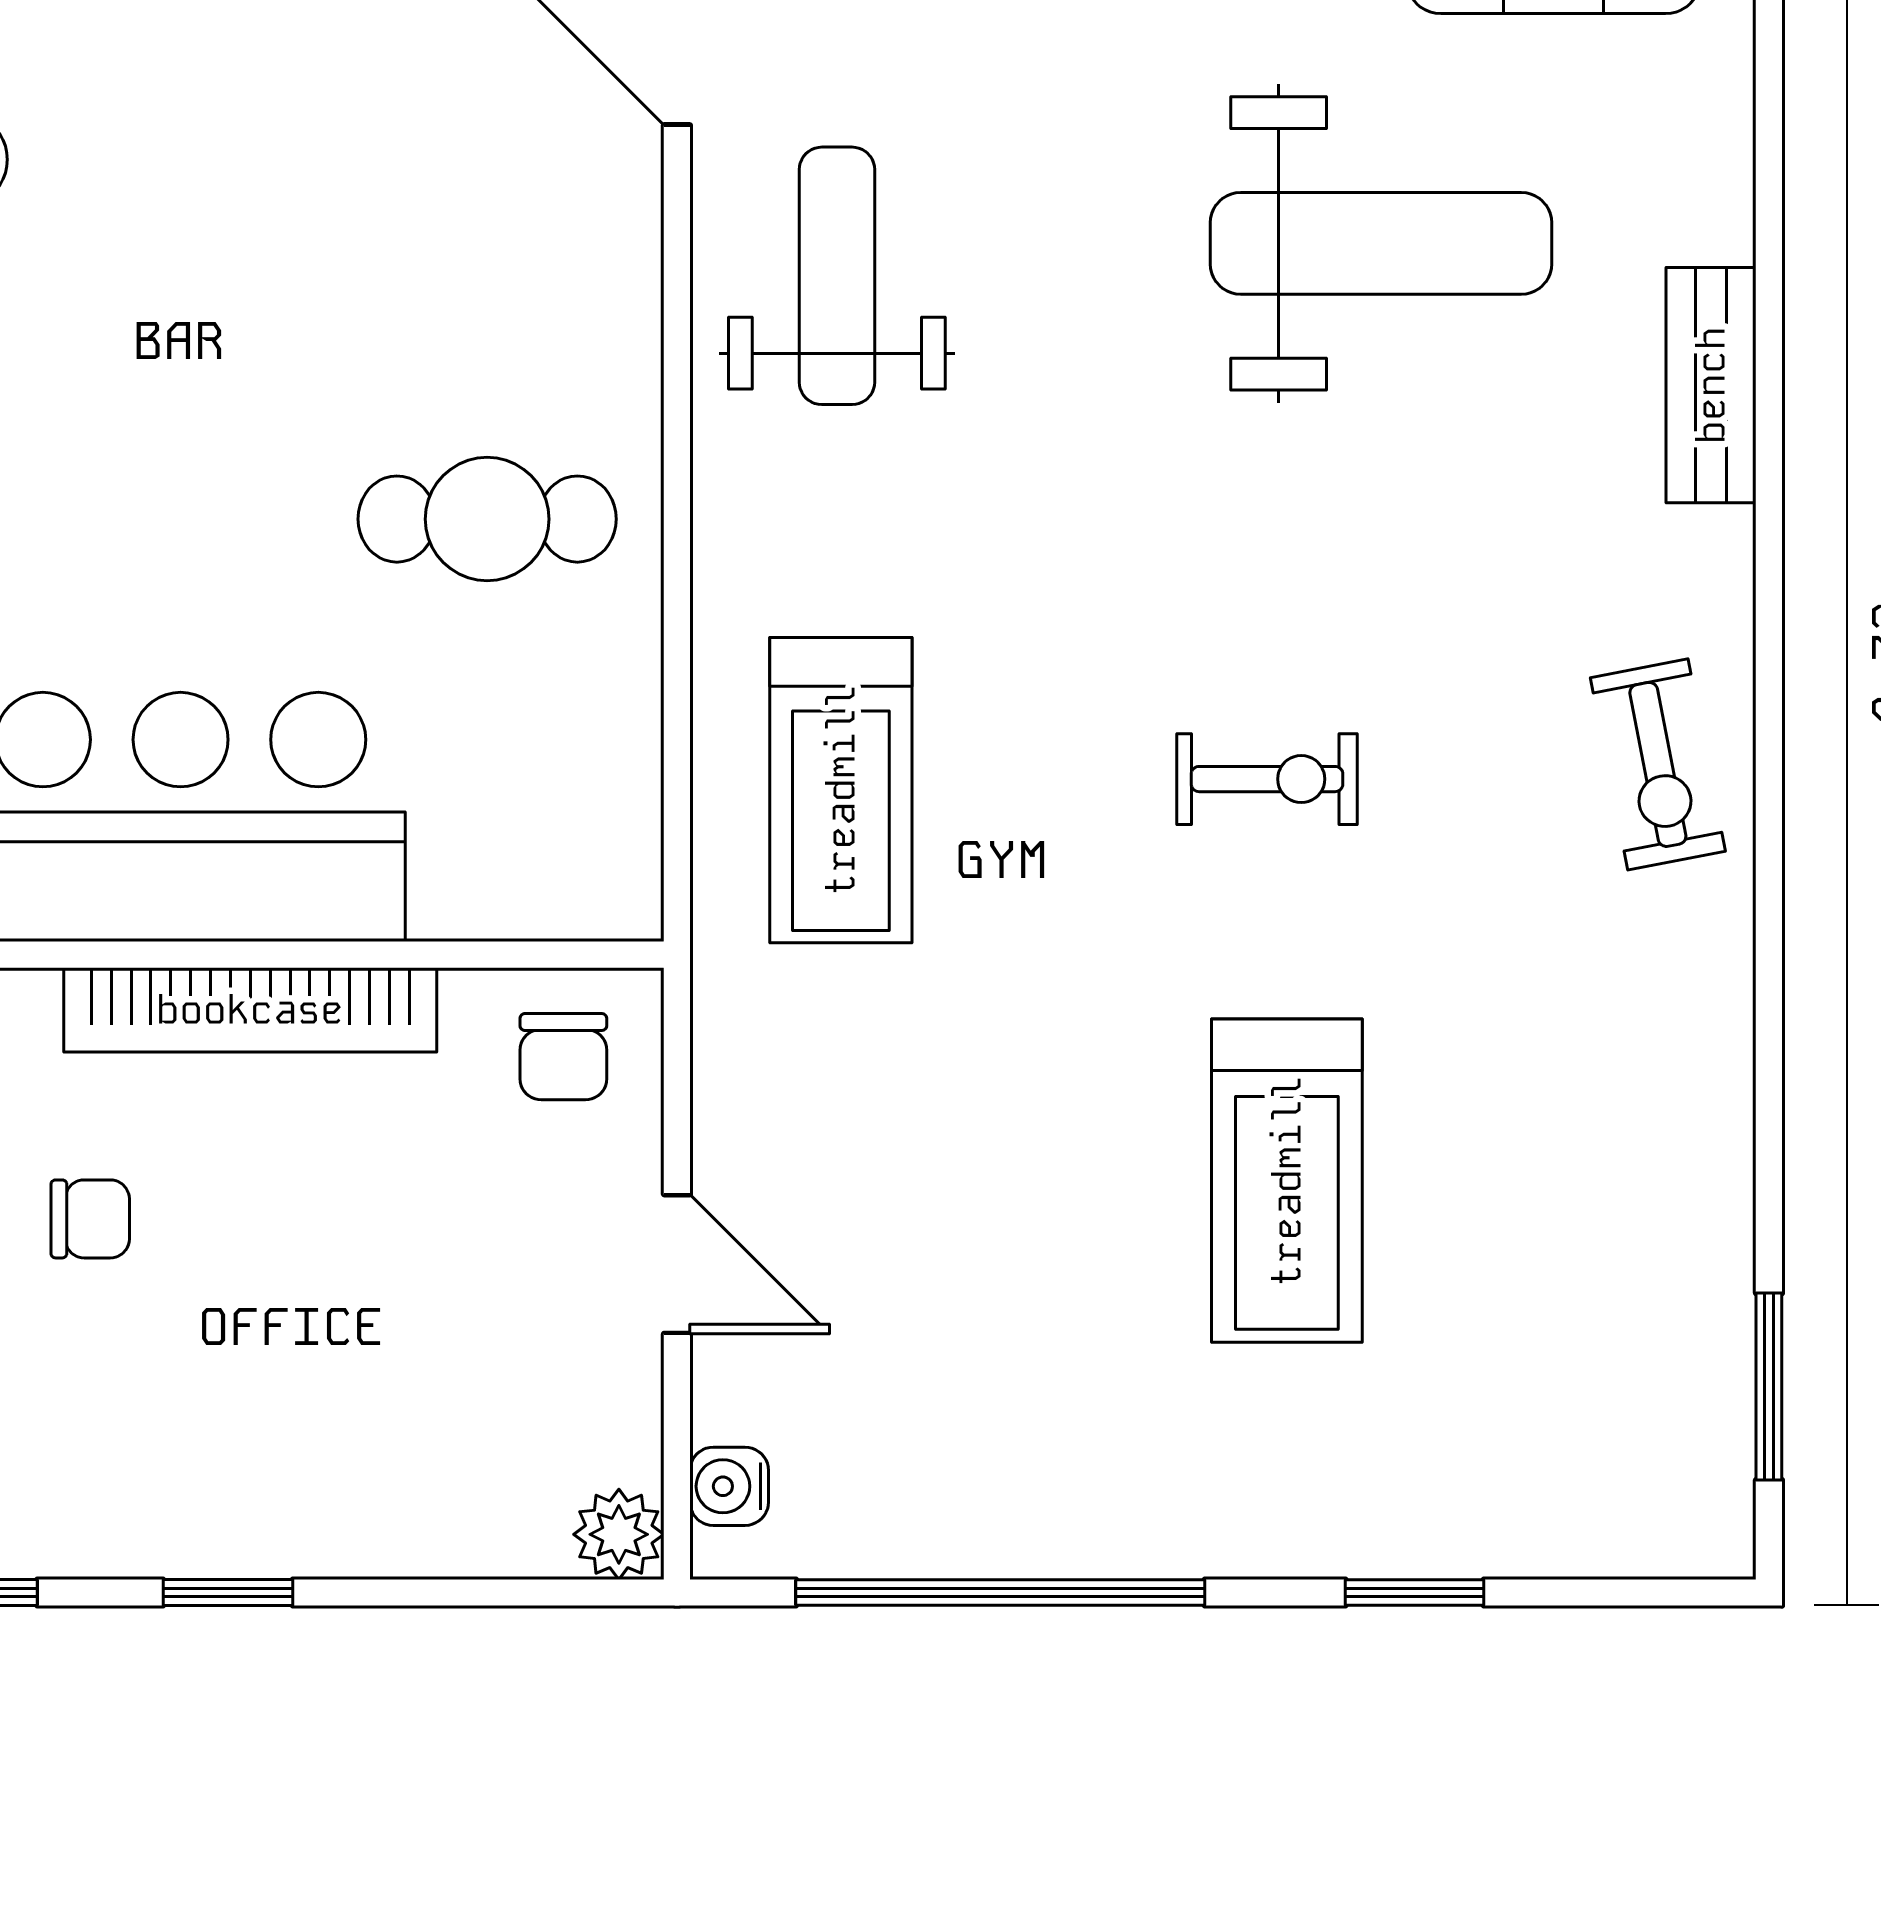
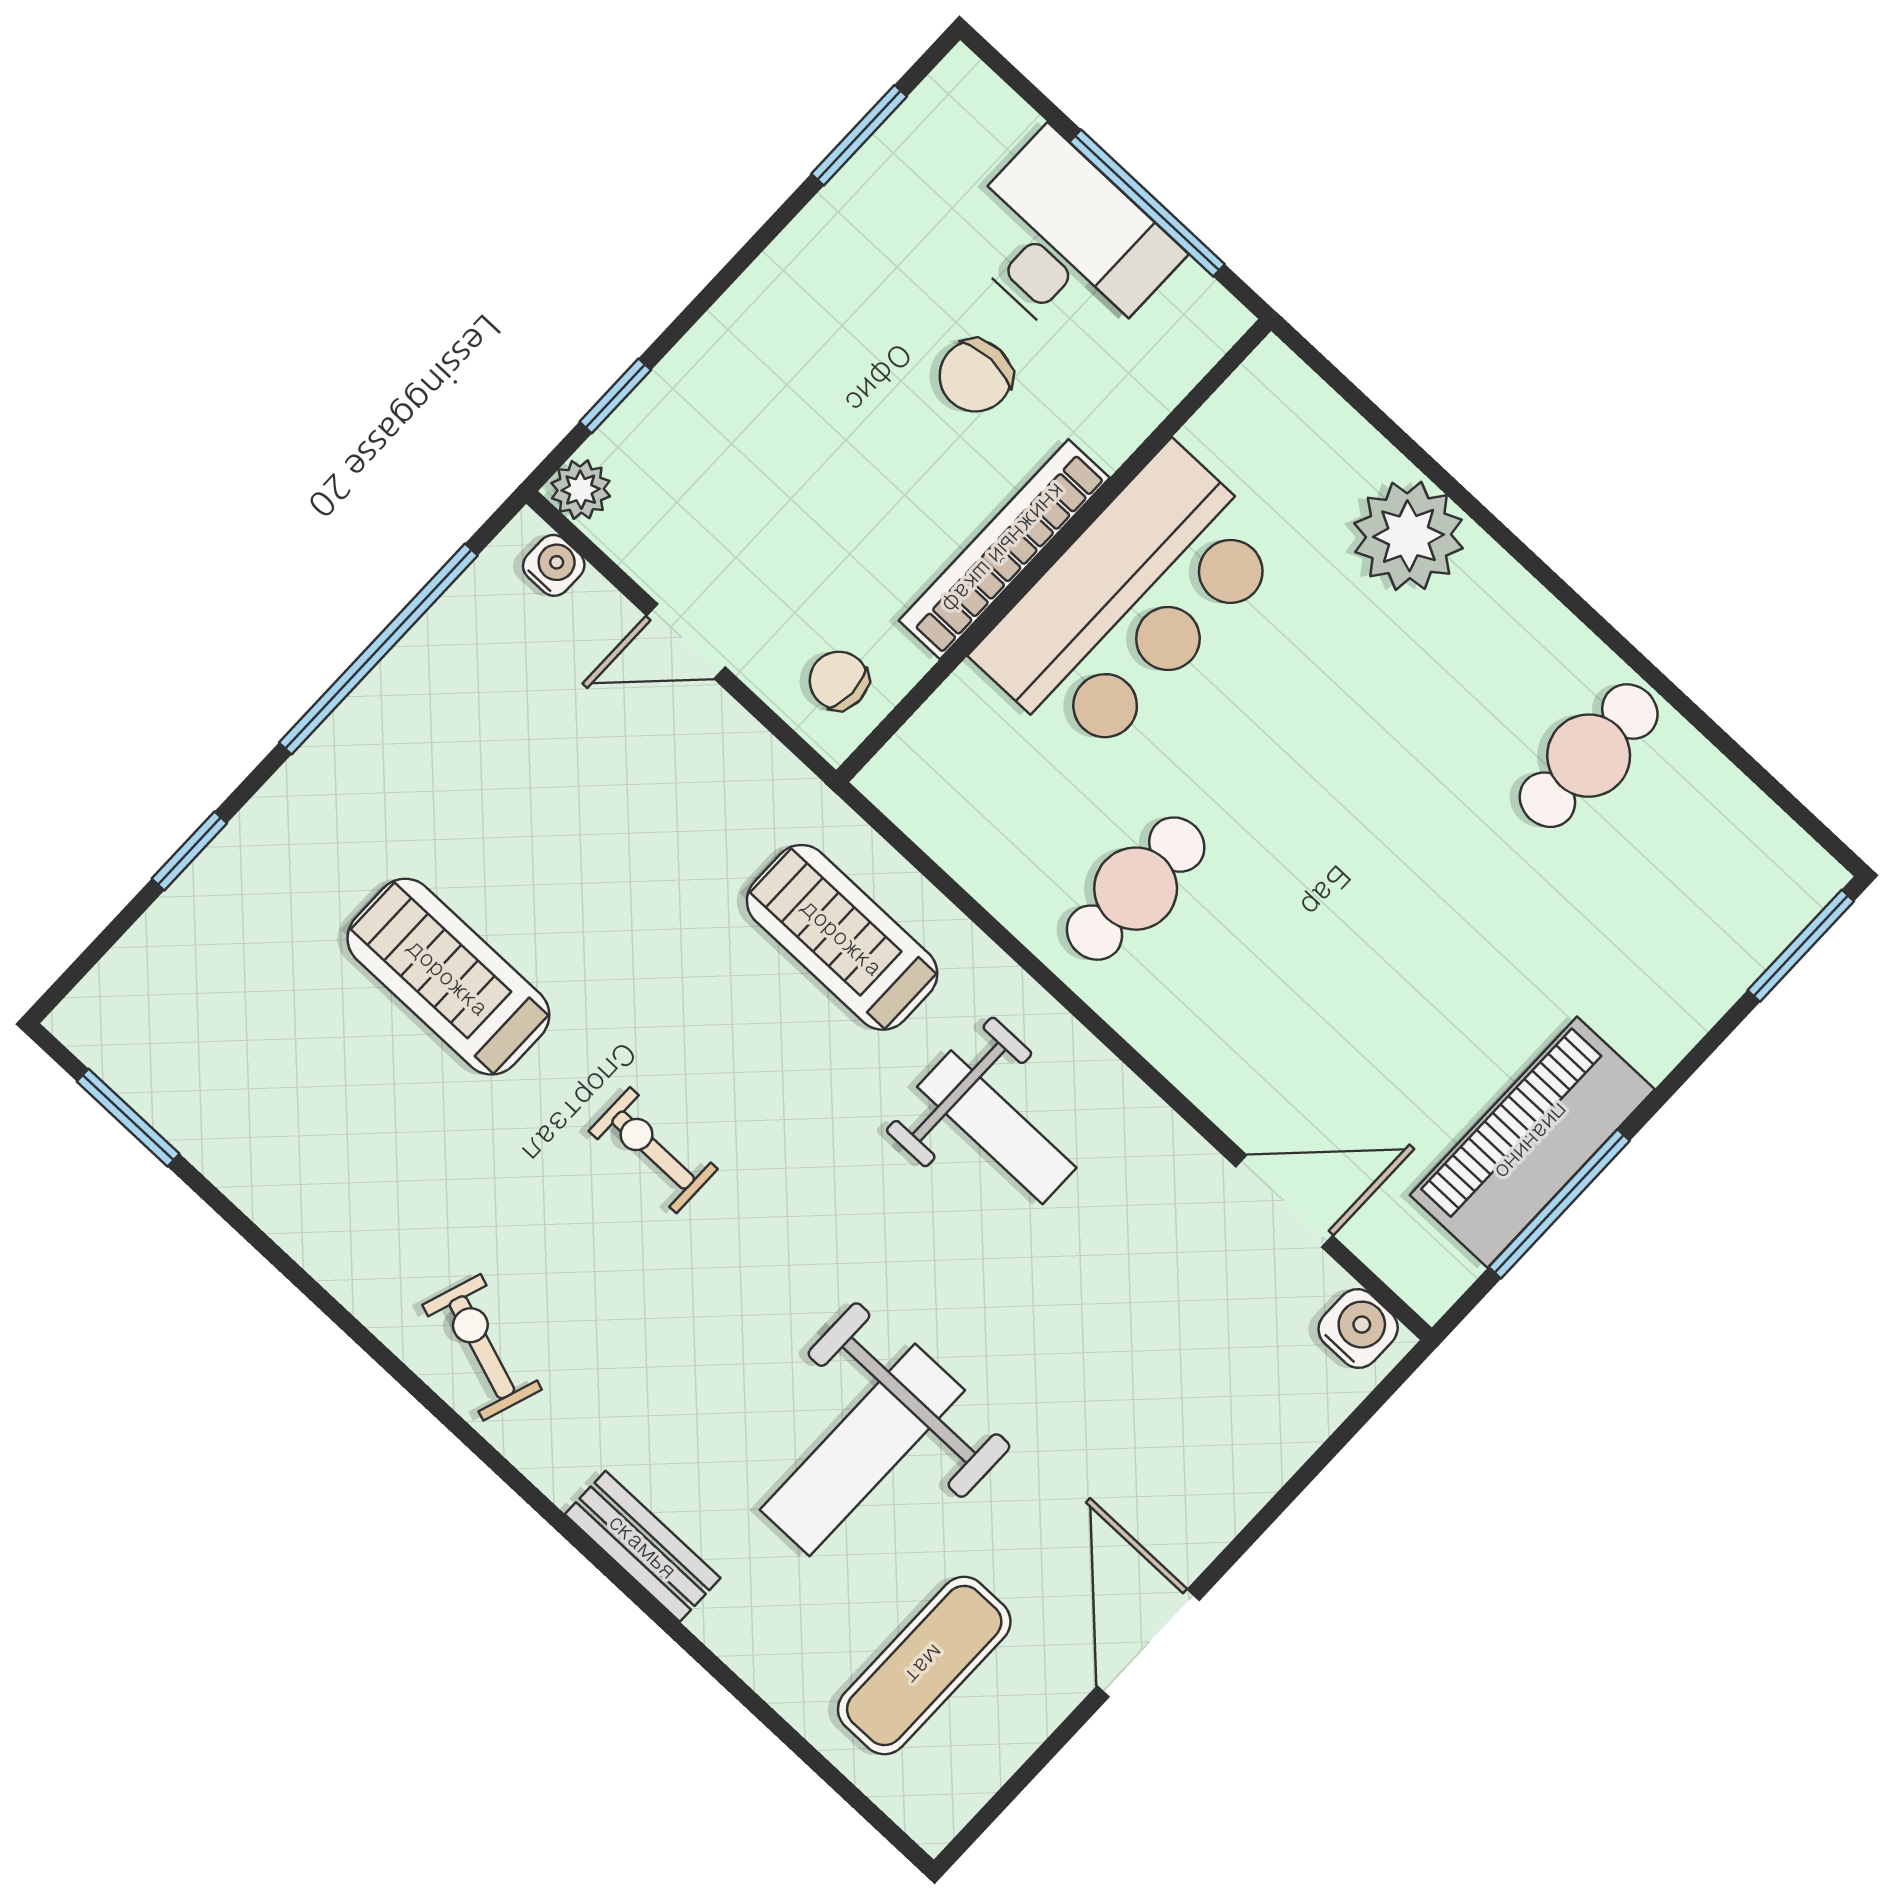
weight bench: (837, 276) -> (997, 1127), moved
exercise bike: (1658, 764) -> (482, 1347), turned 30
exercise bike: (1267, 779) -> (653, 1150), turned 90
chair: (90, 1219) -> (976, 376), width x1.37, depth x1.37
window: (228, 1593) -> (615, 396), moved

